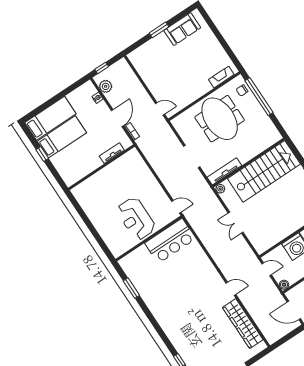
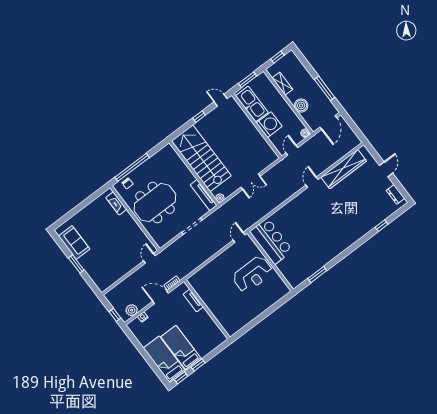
window: (29, 135) -> (181, 378), added

